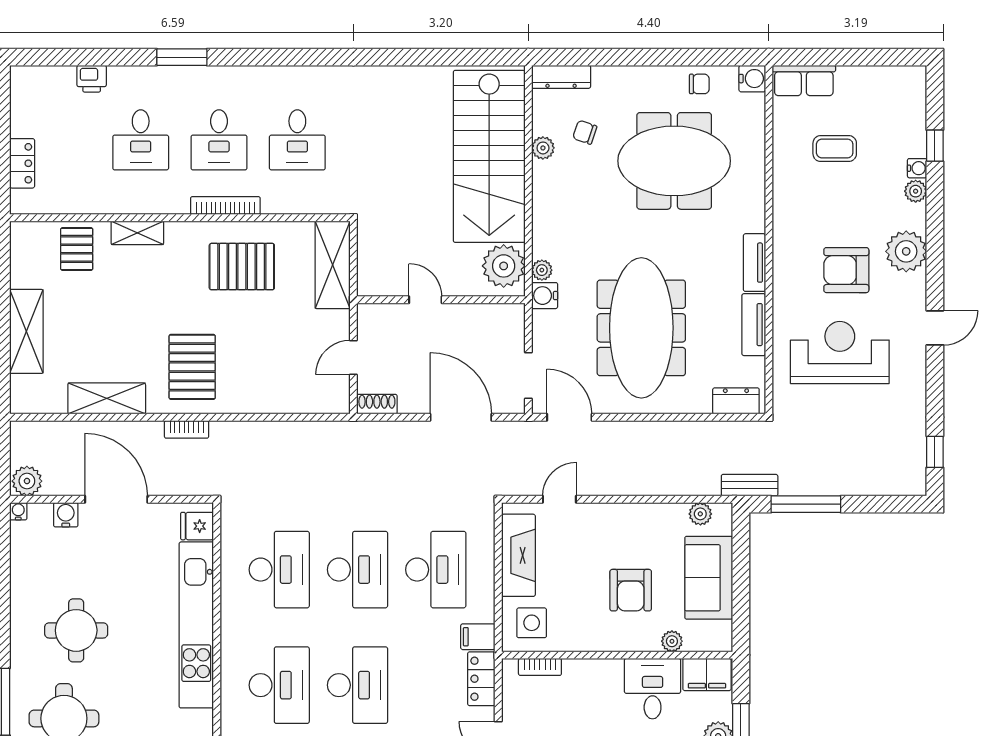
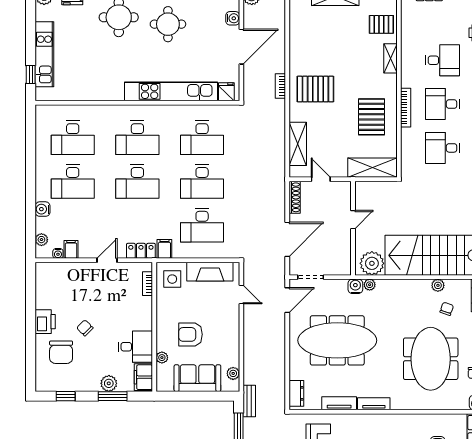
desk: (141, 140) -> (442, 60), turned 180
shelving: (107, 398) -> (298, 144), moved
shoe rack: (377, 404) -> (295, 197), width x1.43

